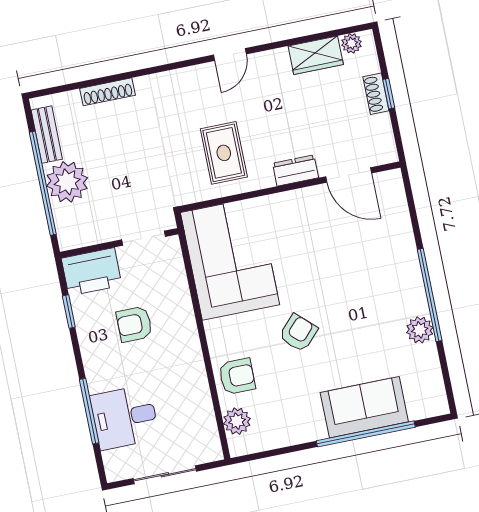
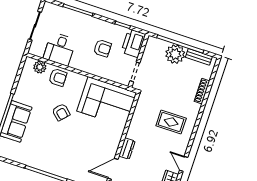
door: (230, 55) -> (184, 164), moved
rug: (224, 153) -> (171, 122), moved
armchair: (134, 324) -> (102, 48), turned 90
plant: (420, 330) -> (34, 162), removed
armchair: (237, 376) -> (58, 77), turned -90
desk: (125, 417) -> (60, 49), moved, turned 180

